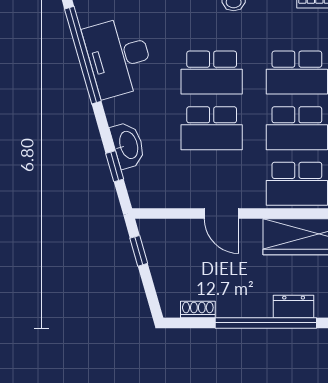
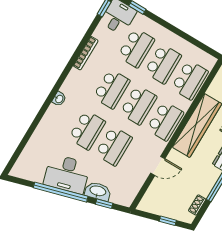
window: (83, 55) -> (61, 192), moved
desk: (119, 57) -> (67, 174), moved
window: (139, 251) -> (168, 221), moved

